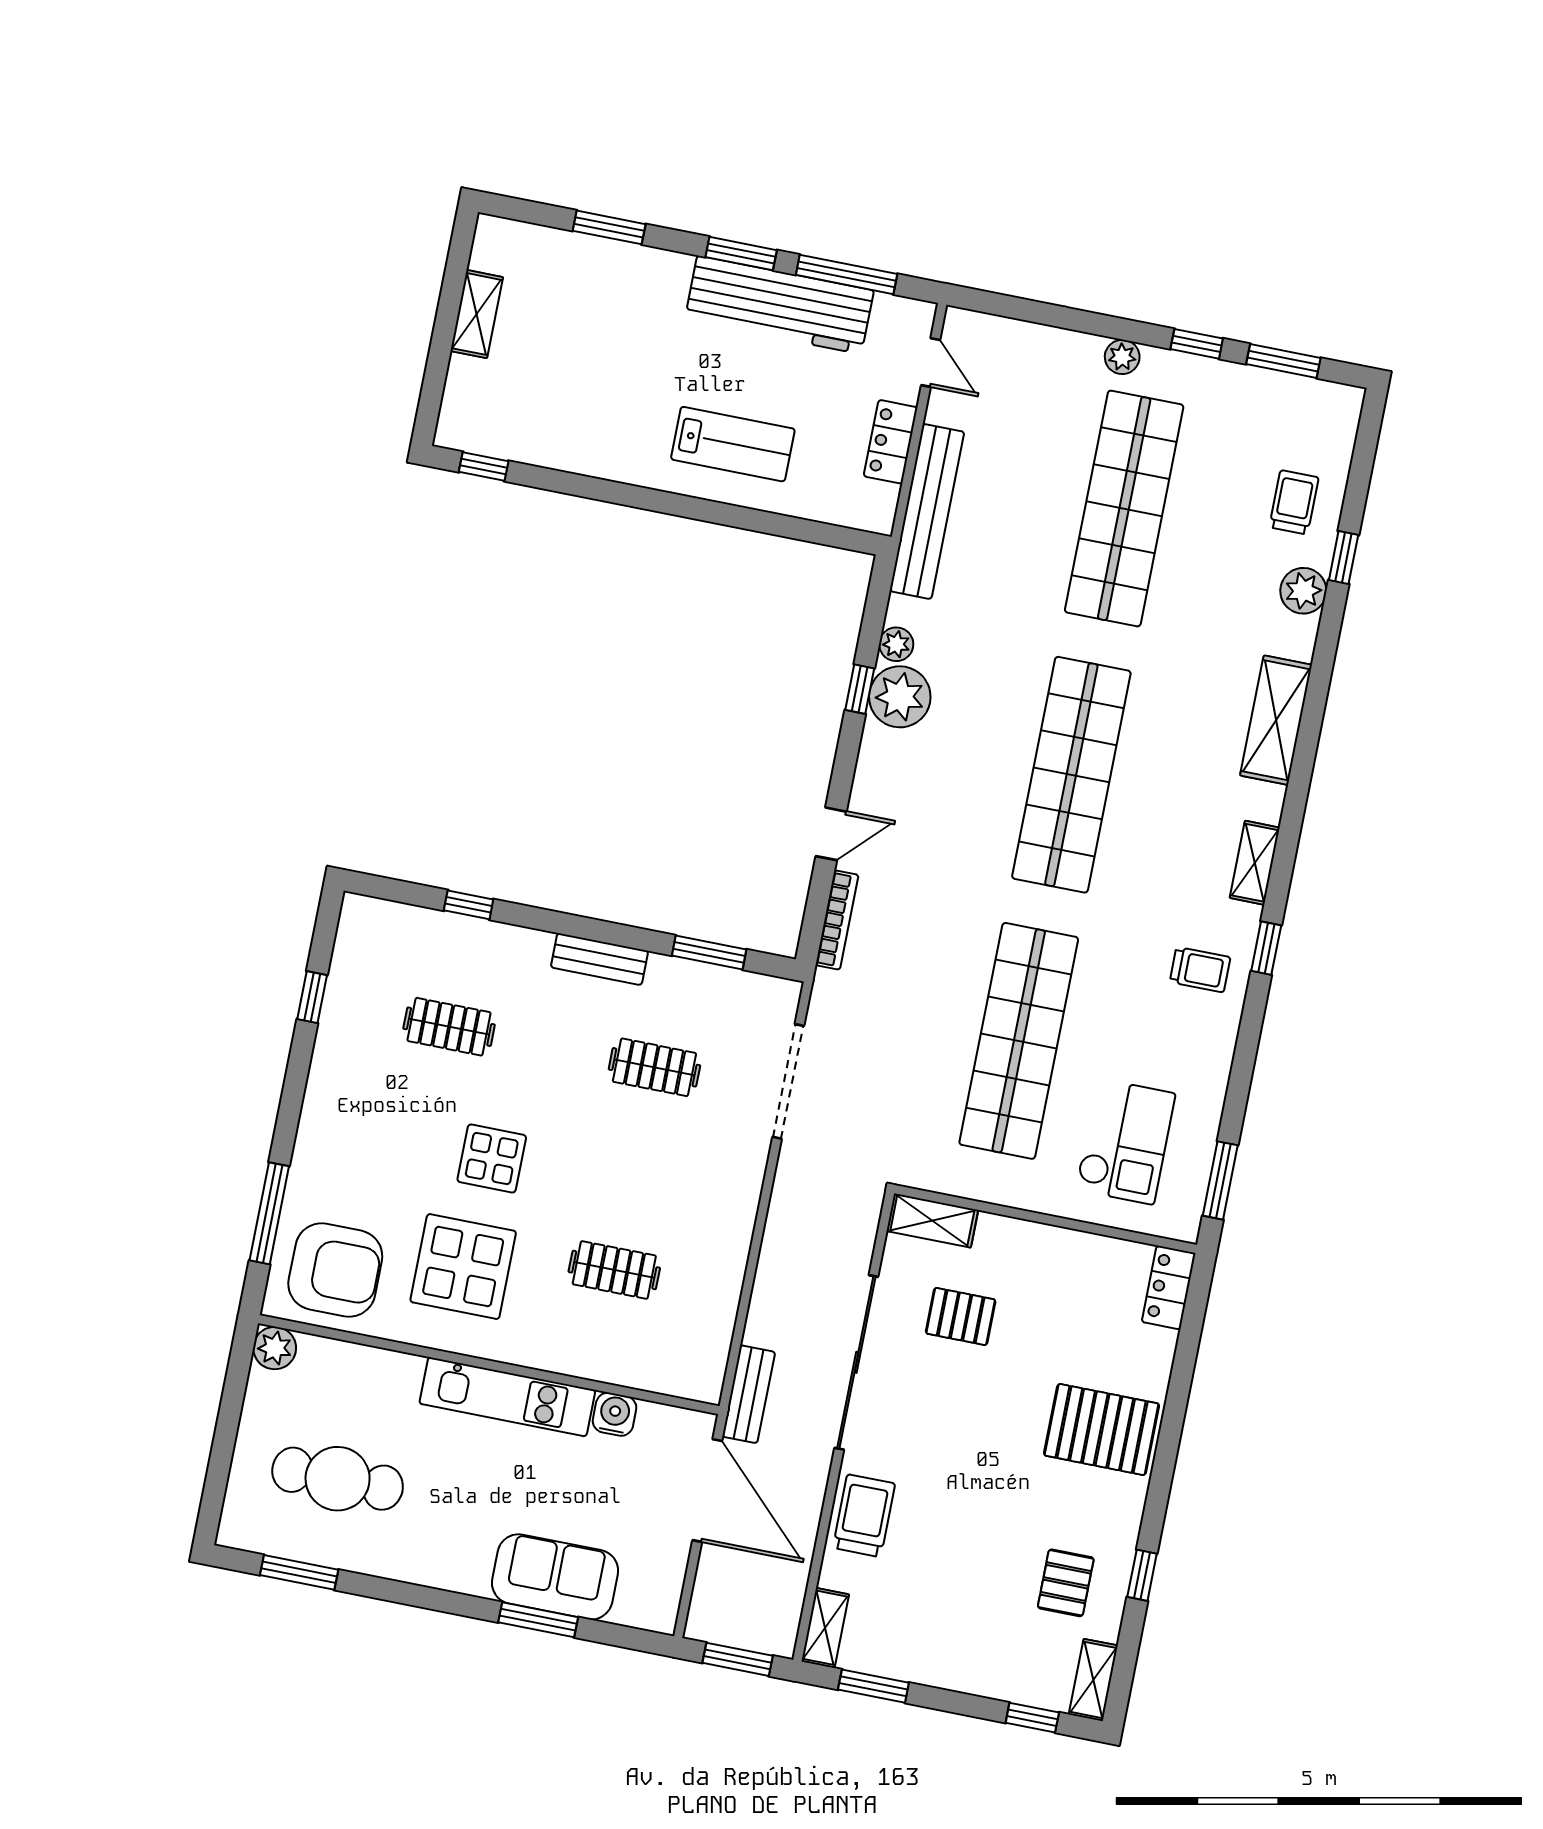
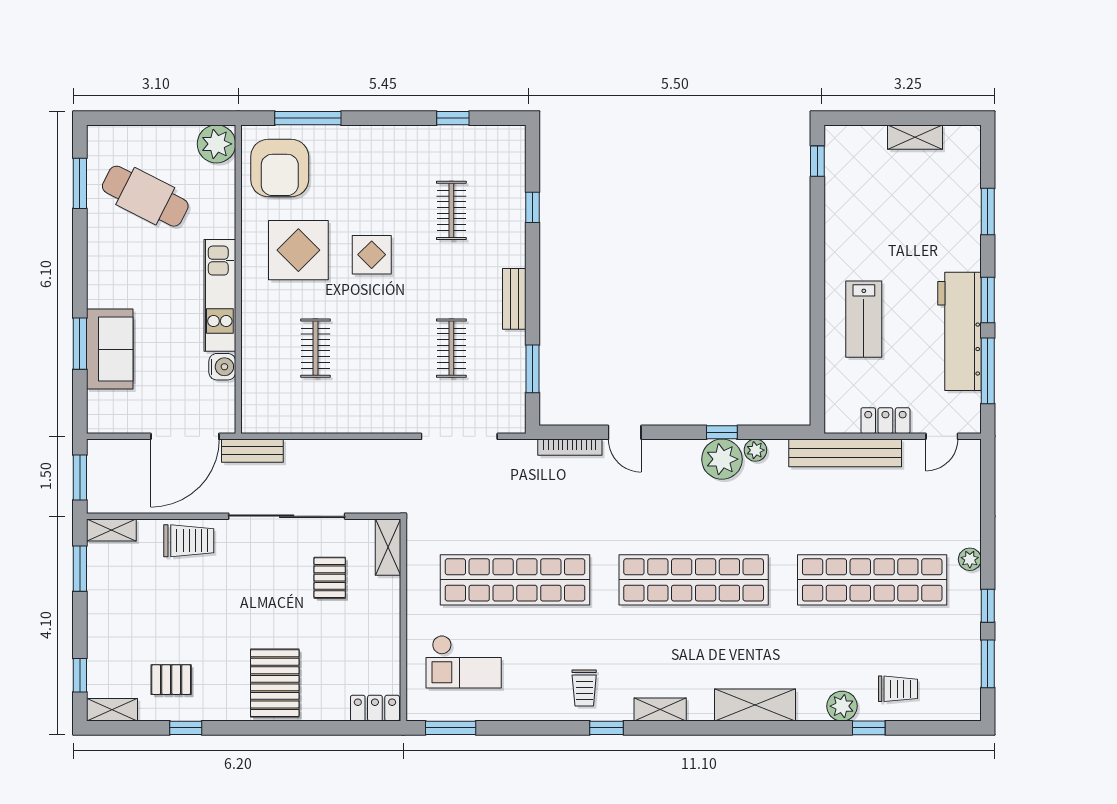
plant: (275, 1348) -> (216, 144), width x1.36, depth x1.36
cafe table: (338, 1479) -> (145, 196), turned -63

